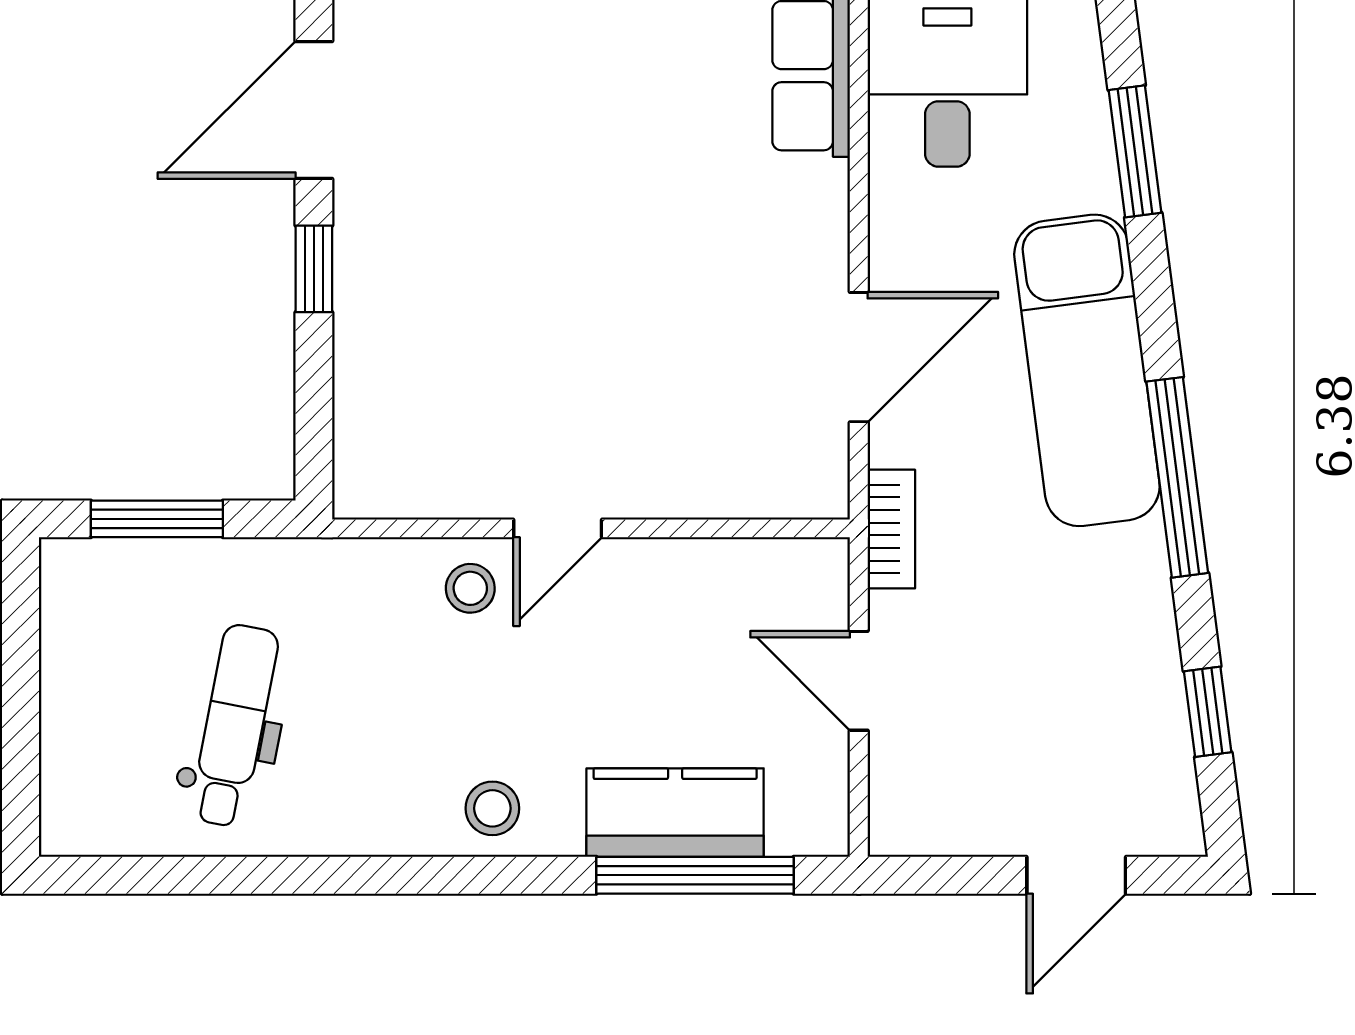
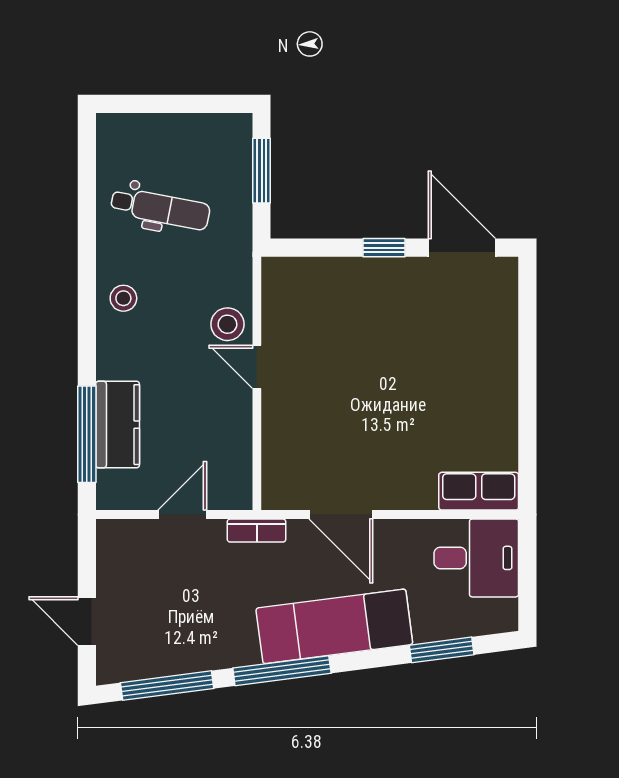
stool: (470, 588) -> (227, 324), width x1.37, depth x1.37
window: (1208, 712) -> (167, 686), width x2.17
stool: (492, 808) -> (123, 298), moved

